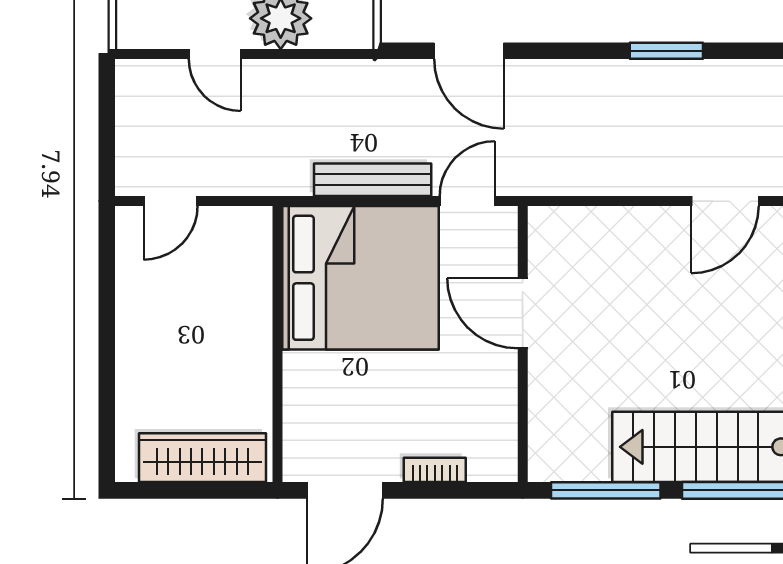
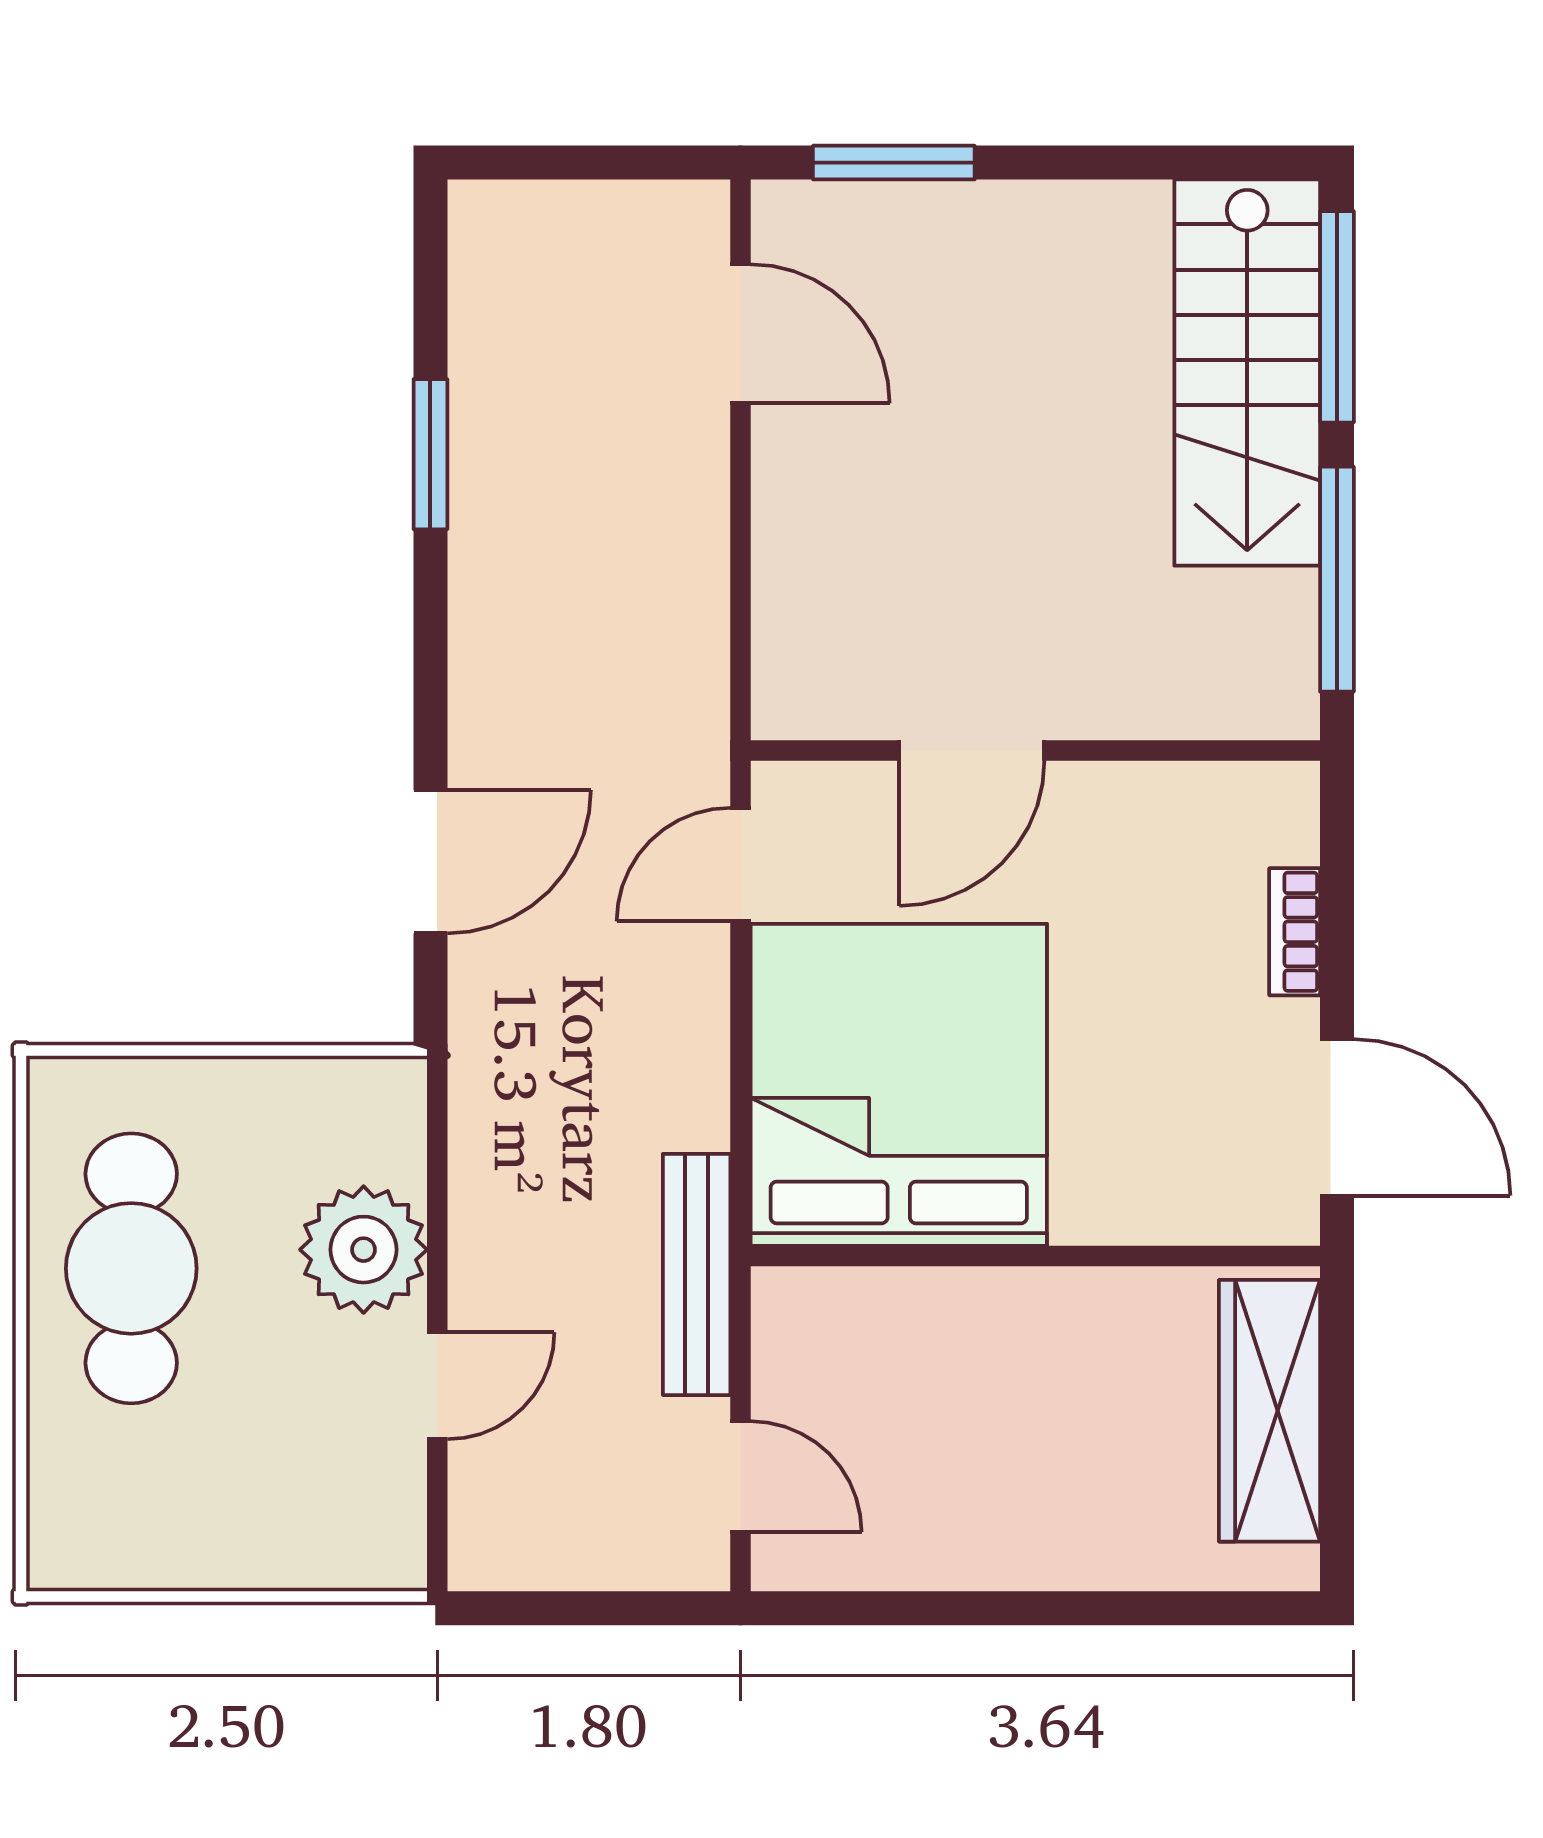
bench: (373, 180) -> (697, 1274), moved
door: (467, 201) -> (740, 865), hinge flipped

